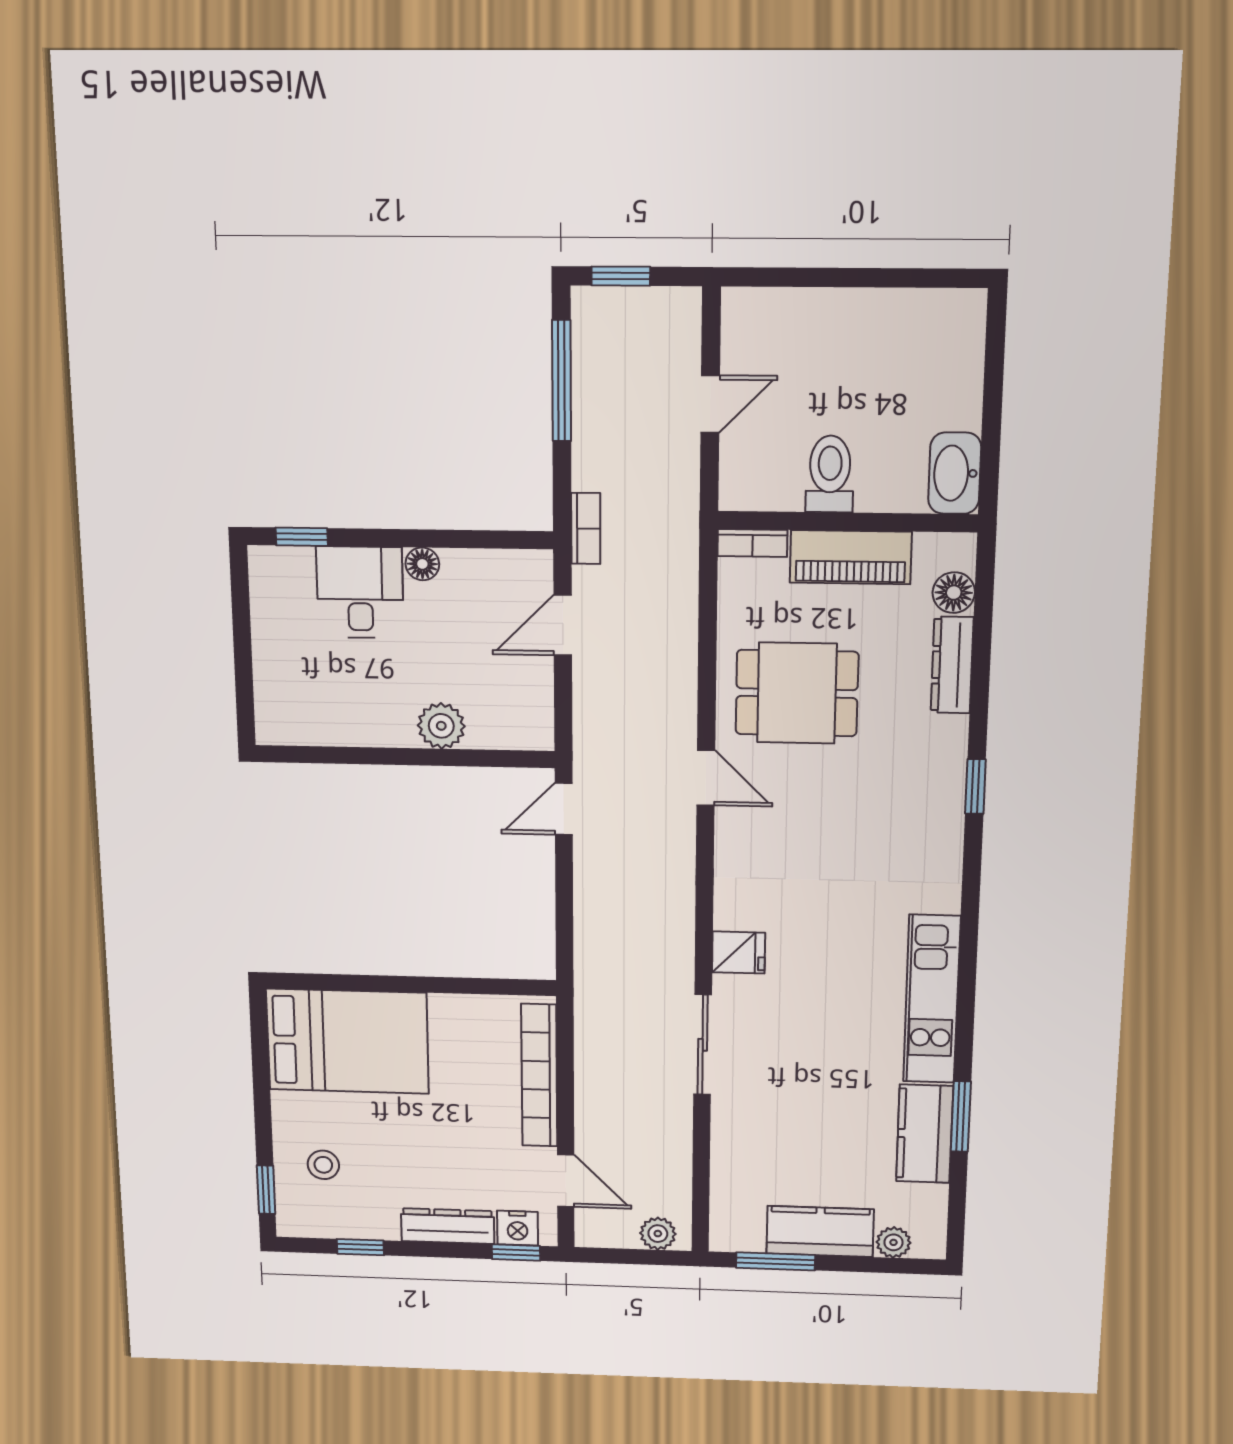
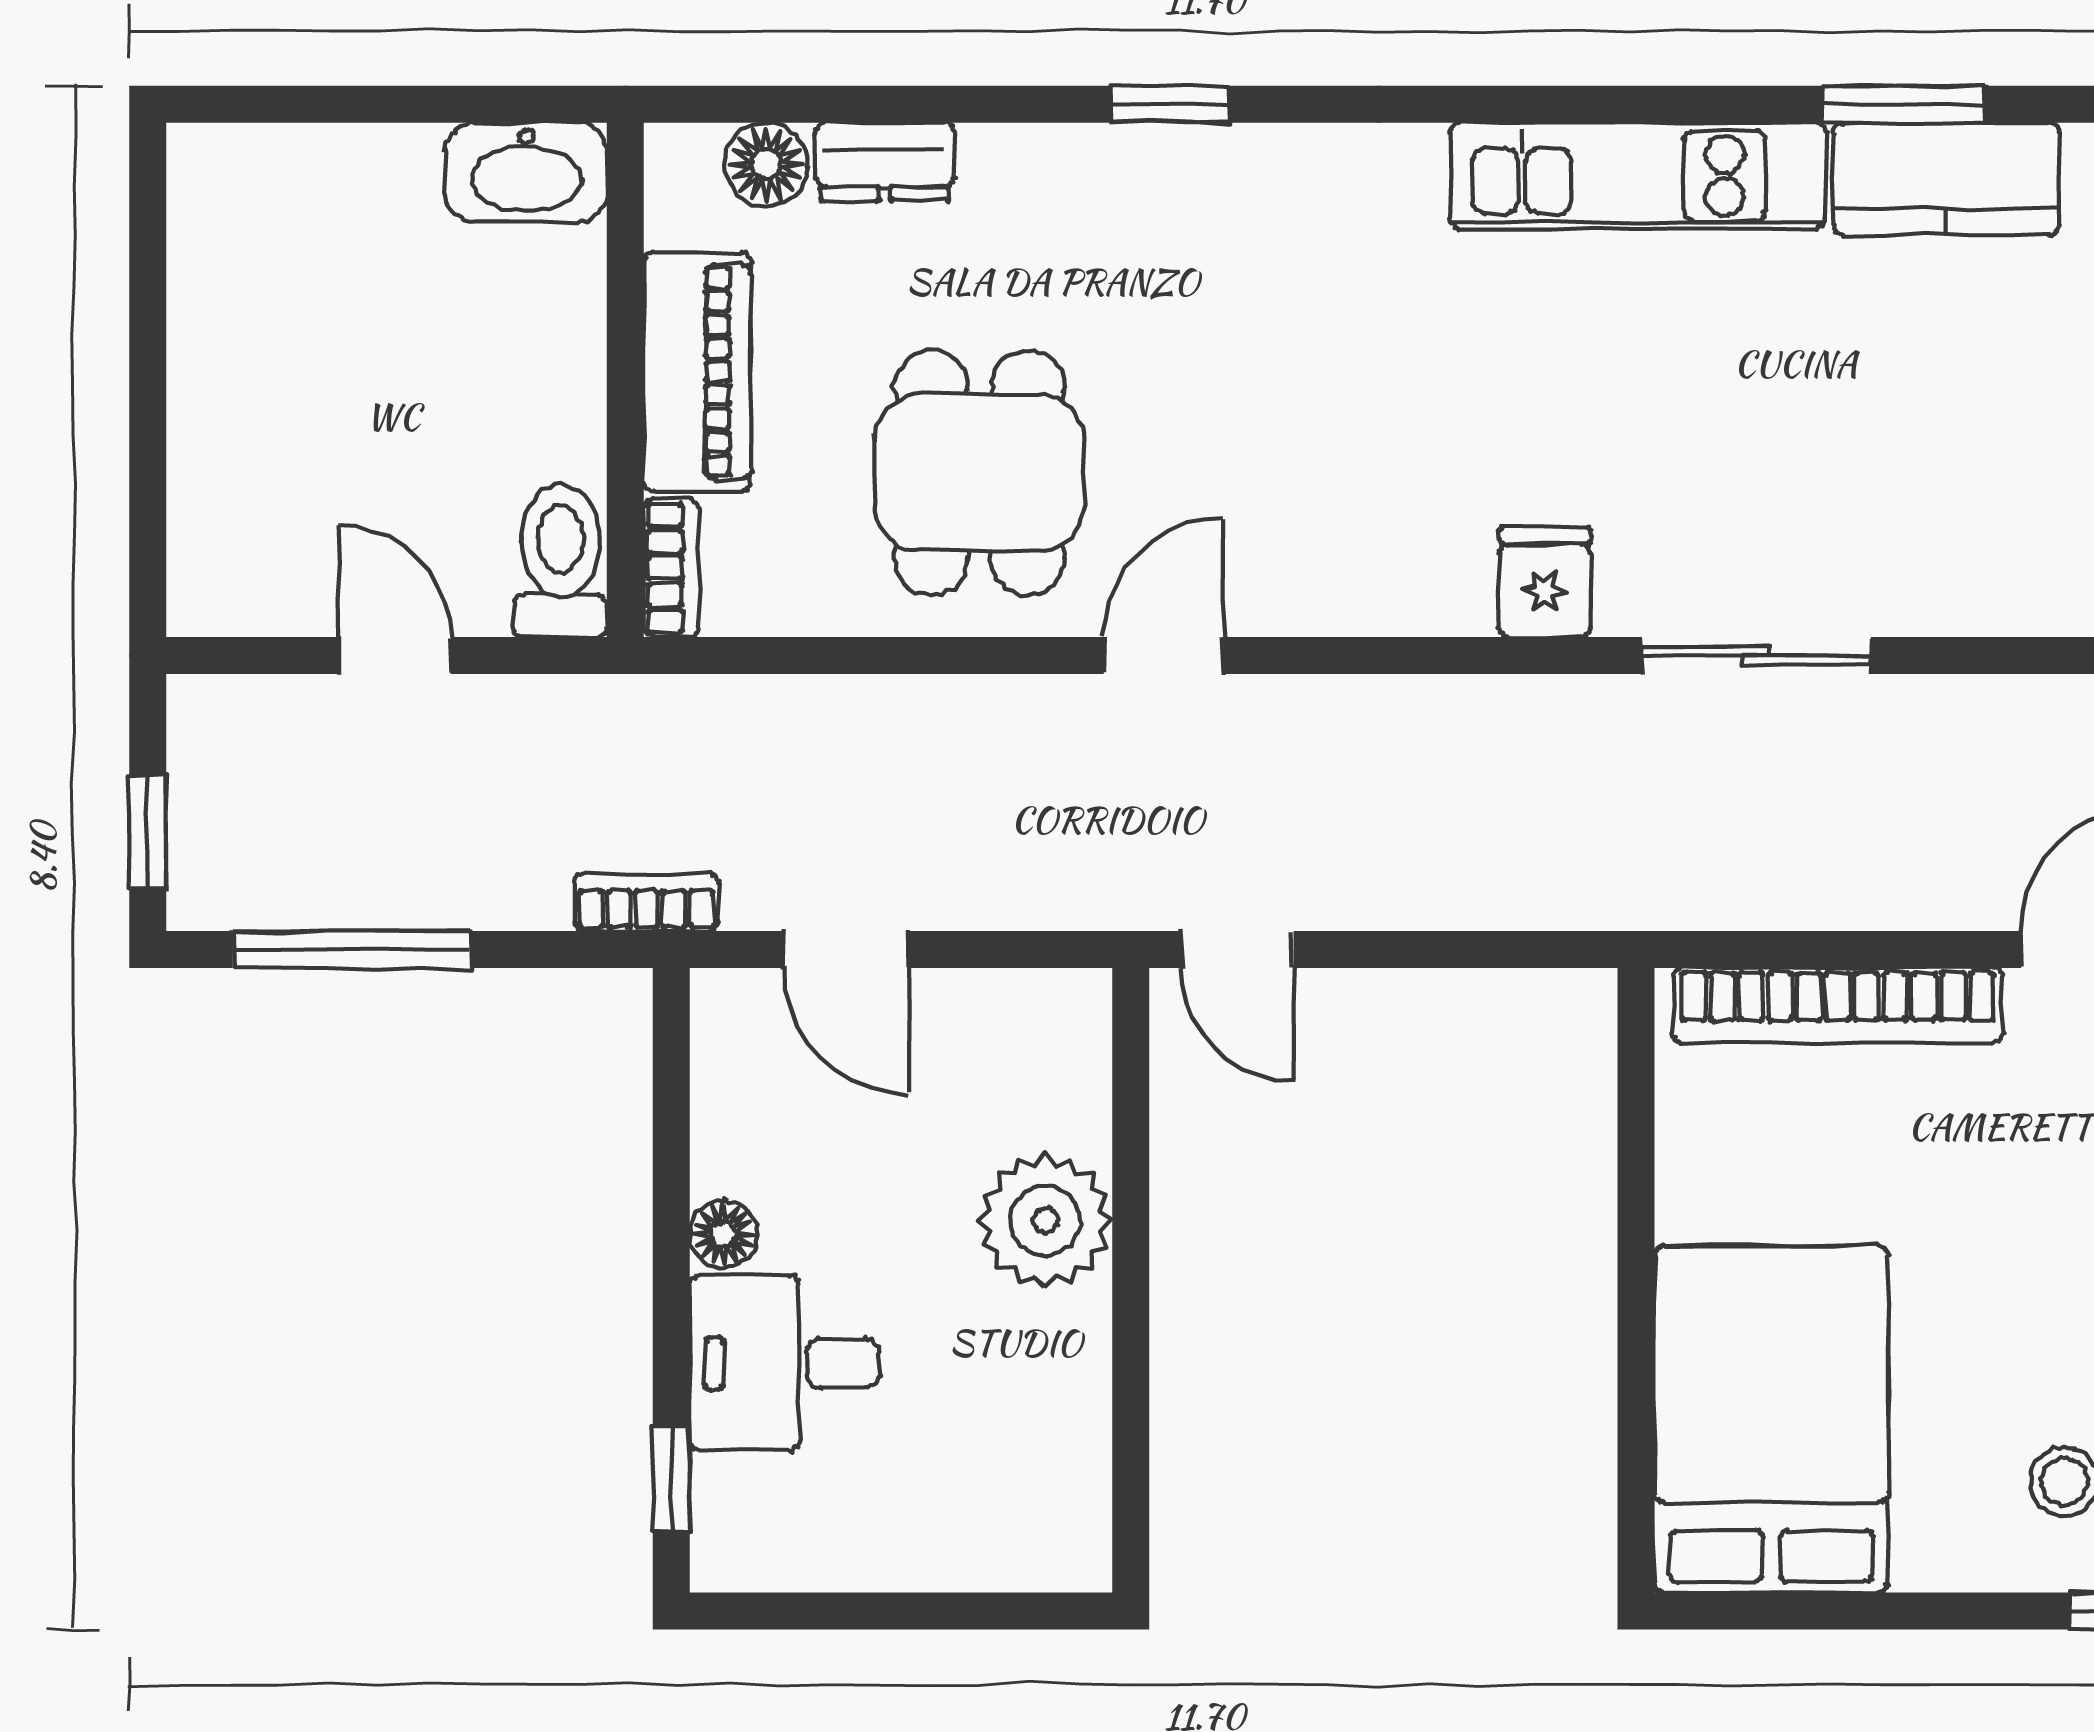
toilet: (830, 474) -> (561, 561), moved, turned 90
dresser: (952, 665) -> (885, 162), width x0.70
plant: (441, 726) -> (1045, 1220), width x1.36, depth x1.36

